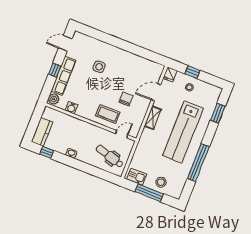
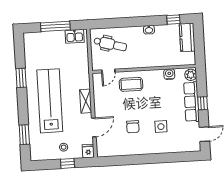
chair: (126, 99) -> (133, 127), moved
window: (198, 163) -> (21, 78), width x0.47
stool: (161, 182) -> (49, 42), removed

